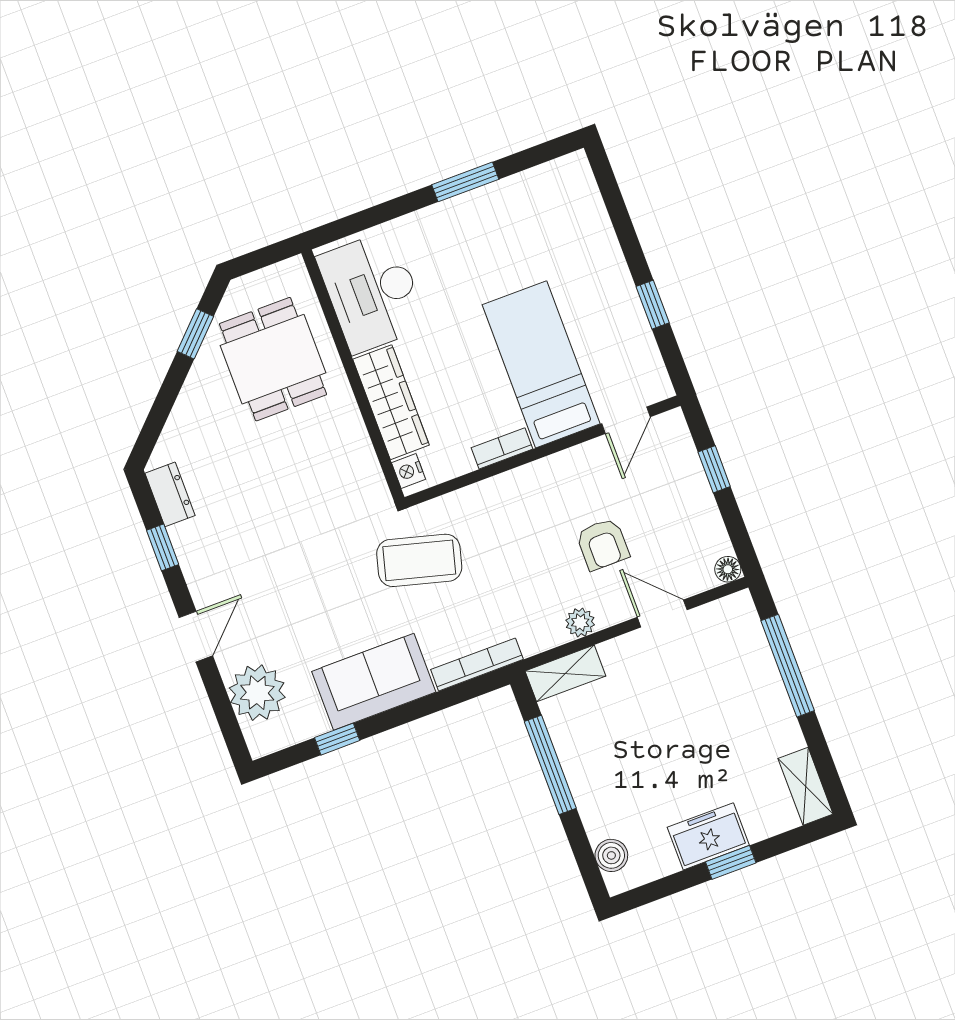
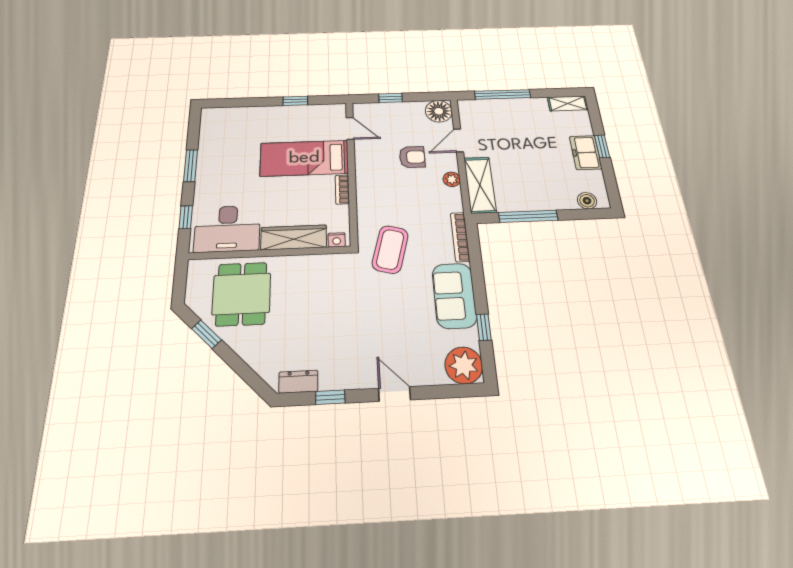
window: (371, 217) -> (186, 217), added
dining table: (273, 359) -> (242, 294), turned 90
floor lamp: (728, 569) -> (439, 111), width x1.89, depth x1.89
shelving: (565, 673) -> (480, 185), width x1.50, depth x1.33
plant: (257, 693) -> (464, 365), moved

